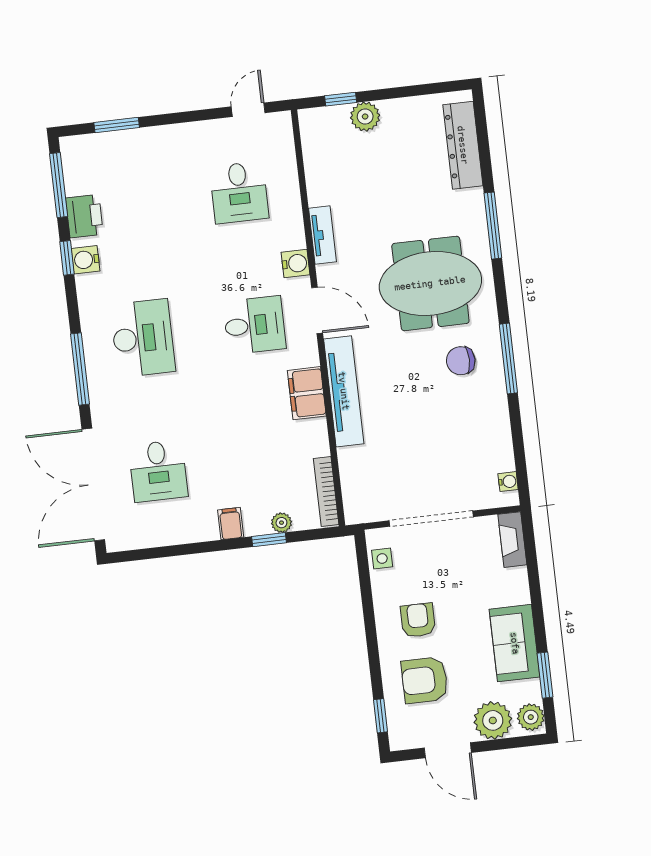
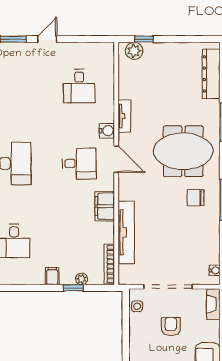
door: (248, 110) -> (47, 39), moved
plant: (365, 117) -> (134, 51), moved
tv unit: (344, 391) -> (126, 232), moved
armchair: (418, 620) -> (171, 327), moved

